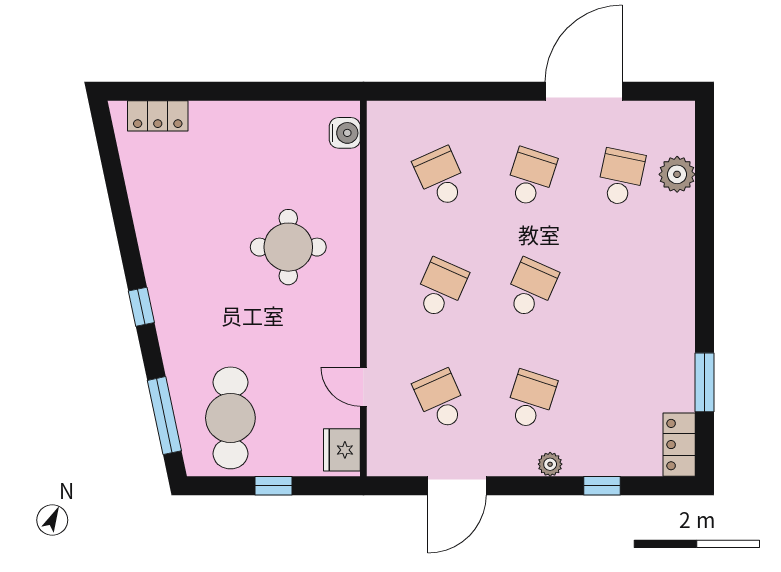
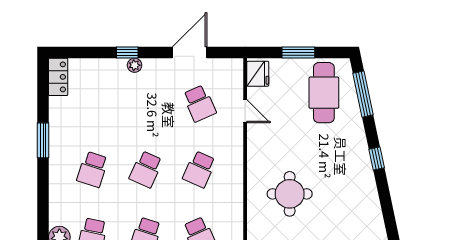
window: (705, 382) -> (43, 140), moved
school desk: (531, 400) -> (93, 169), moved
window: (274, 486) -> (298, 53), width x1.50
window: (602, 486) -> (127, 53), moved

